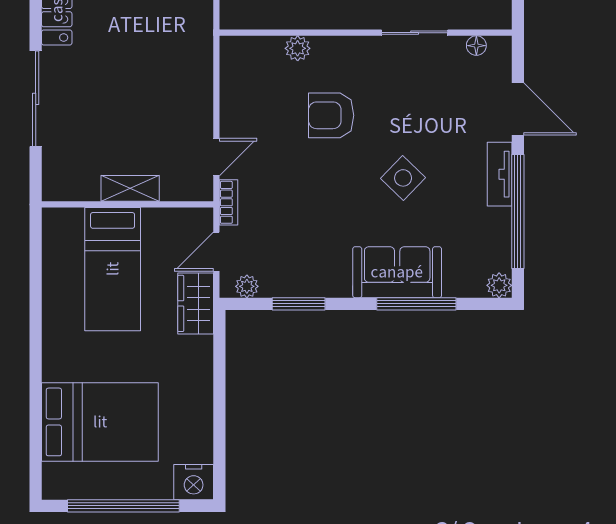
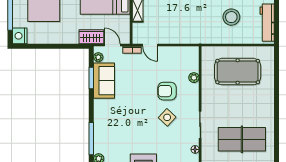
armchair: (331, 115) -> (167, 91), turned -90
side table: (403, 178) -> (167, 117), moved
sofa: (397, 272) -> (104, 81), moved
window: (416, 304) -> (91, 139), moved

